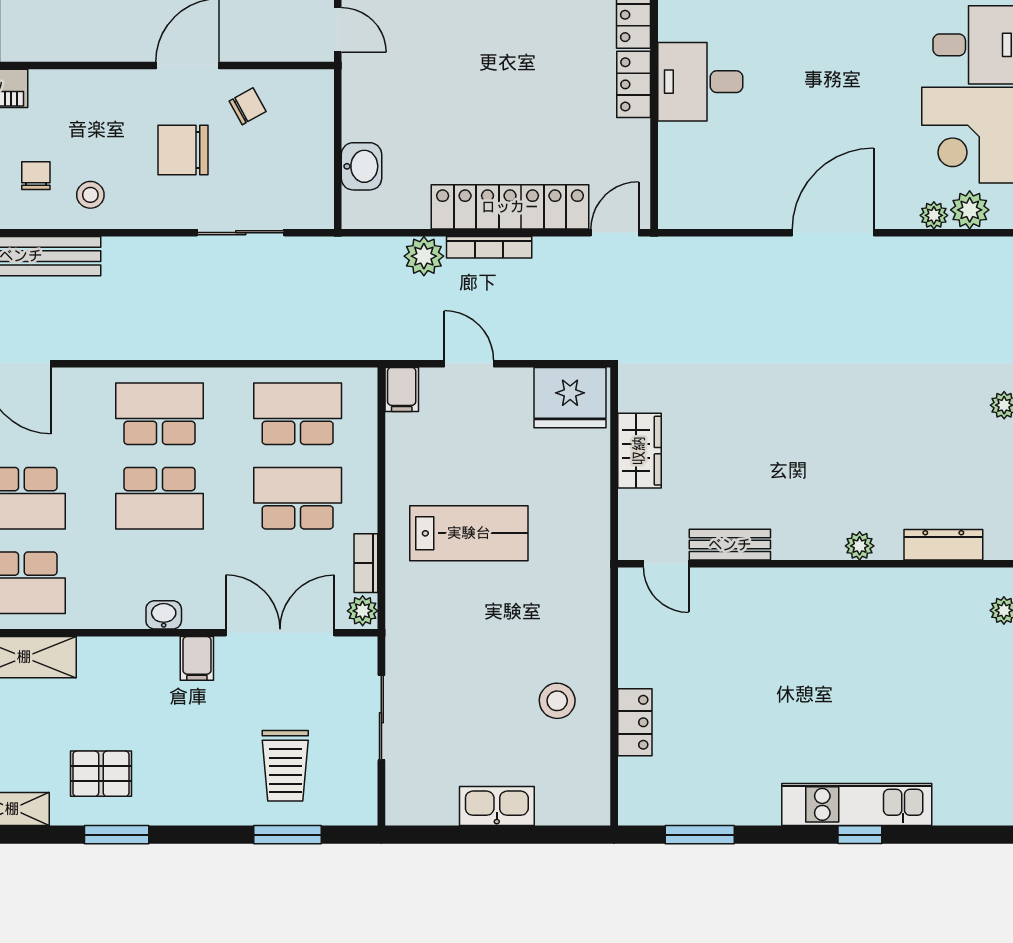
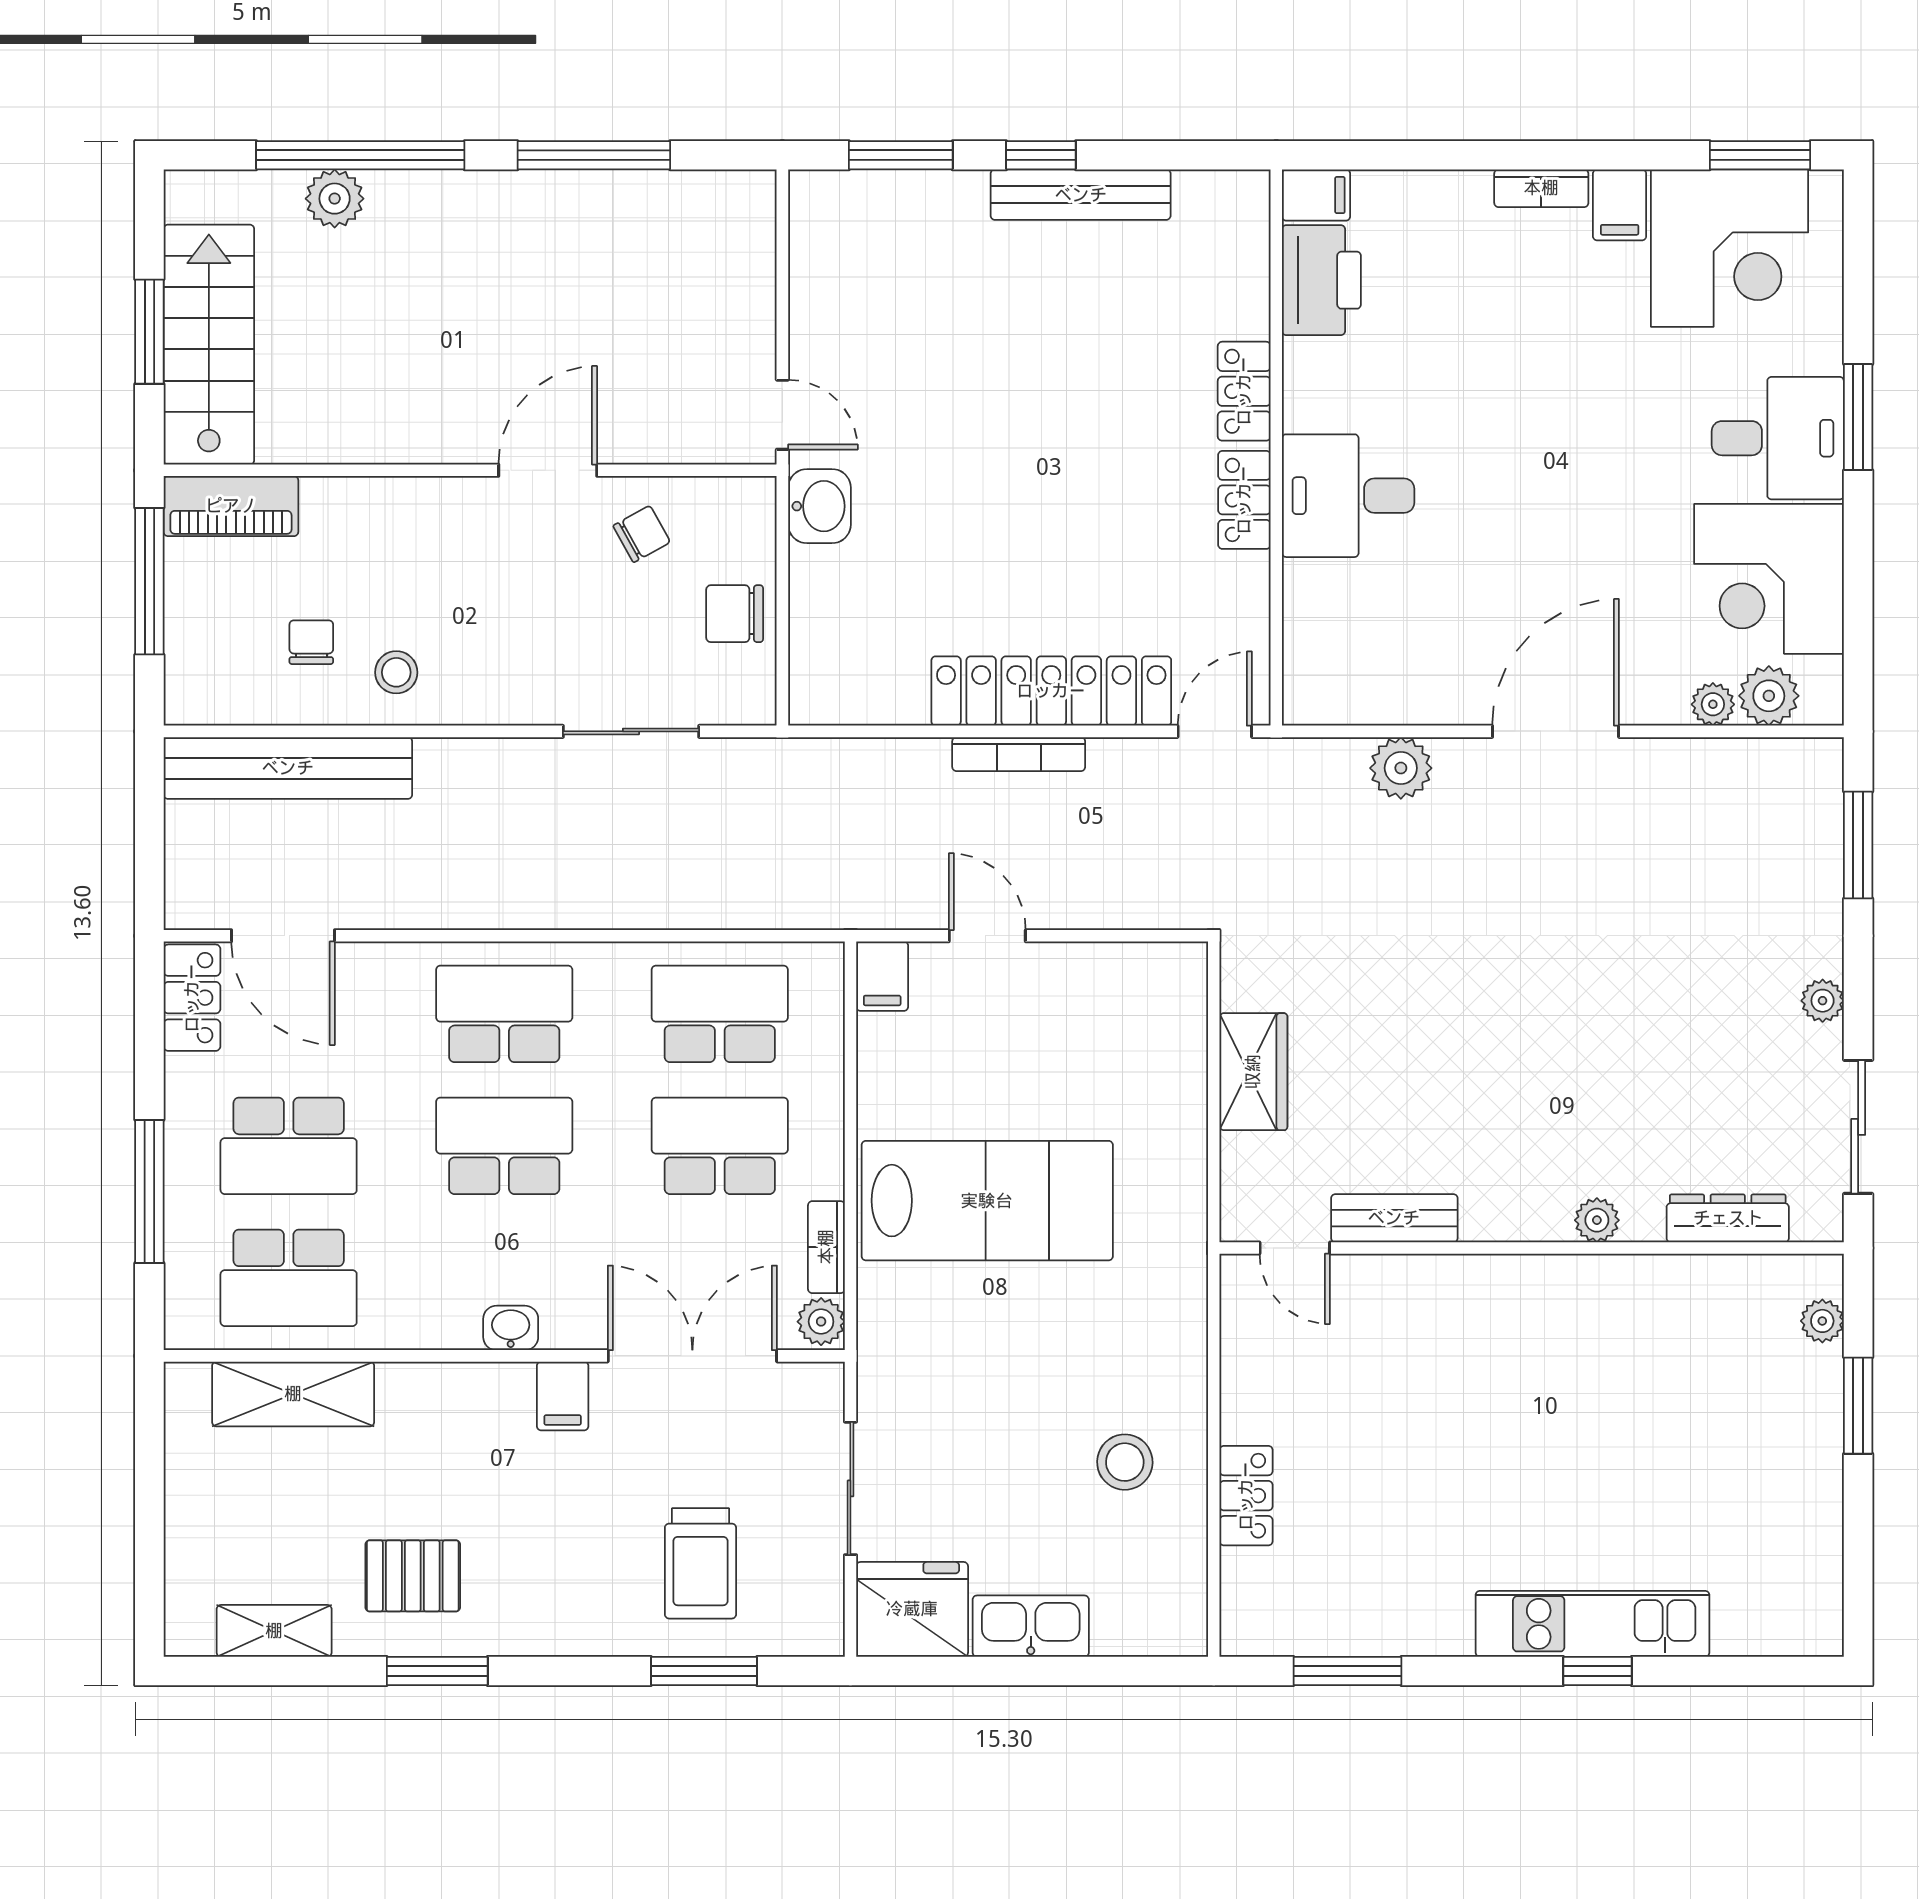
chair: (183, 150) -> (735, 614), moved, width x0.73, depth x0.73
washbasin: (361, 166) -> (819, 506), moved
plant: (424, 256) -> (1401, 768), moved
fridge: (570, 398) -> (912, 1609), moved, turned 180
school desk: (160, 498) -> (504, 1146), turned 180
lab bench: (469, 533) -> (987, 1201), width x1.36, depth x1.39

